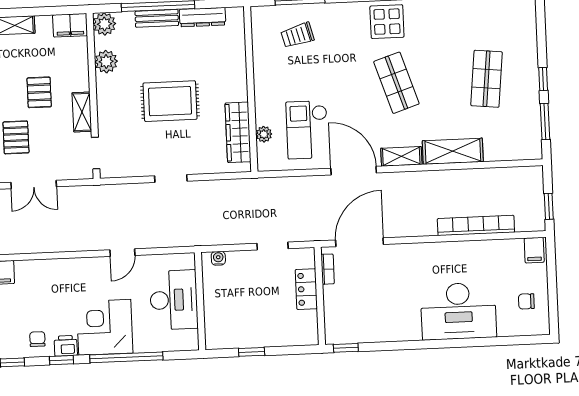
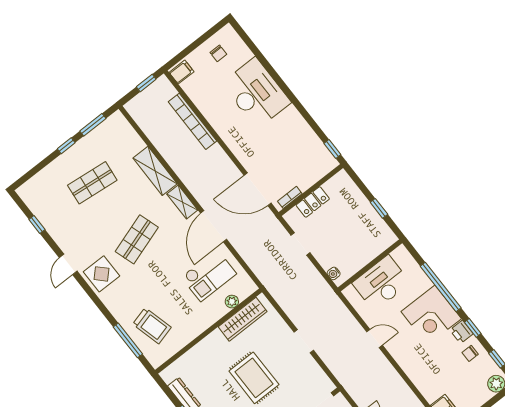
trolley: (297, 35) -> (152, 326), width x1.36, depth x1.39

